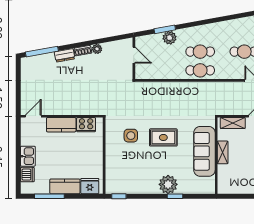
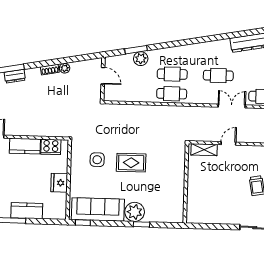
dresser: (65, 55) -> (15, 76), moved
sofa: (204, 151) -> (98, 209), moved, turned 90
shelving: (223, 152) -> (193, 180), removed
fridge: (90, 186) -> (59, 183), moved, turned -90

